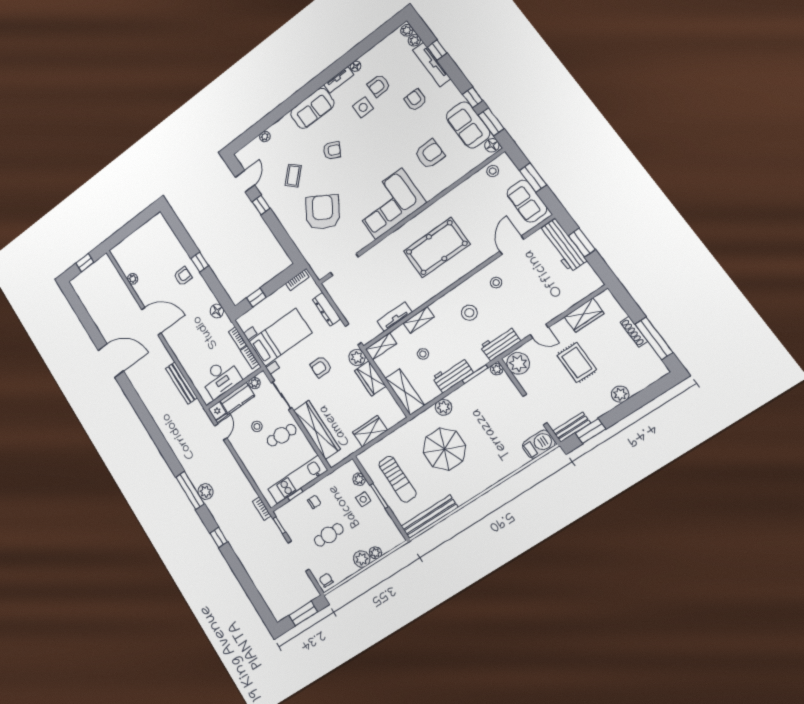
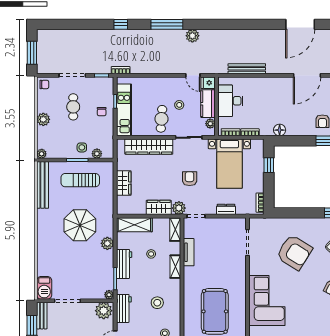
dresser: (326, 309) -> (226, 209), width x0.70
plant: (206, 492) -> (192, 36), moved
plant: (375, 553) -> (42, 154), moved

